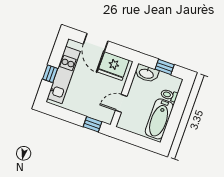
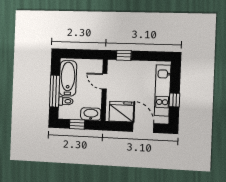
window: (50, 74) -> (174, 100), moved
door: (121, 103) -> (104, 81), swing flipped
window: (178, 110) -> (55, 91), added

